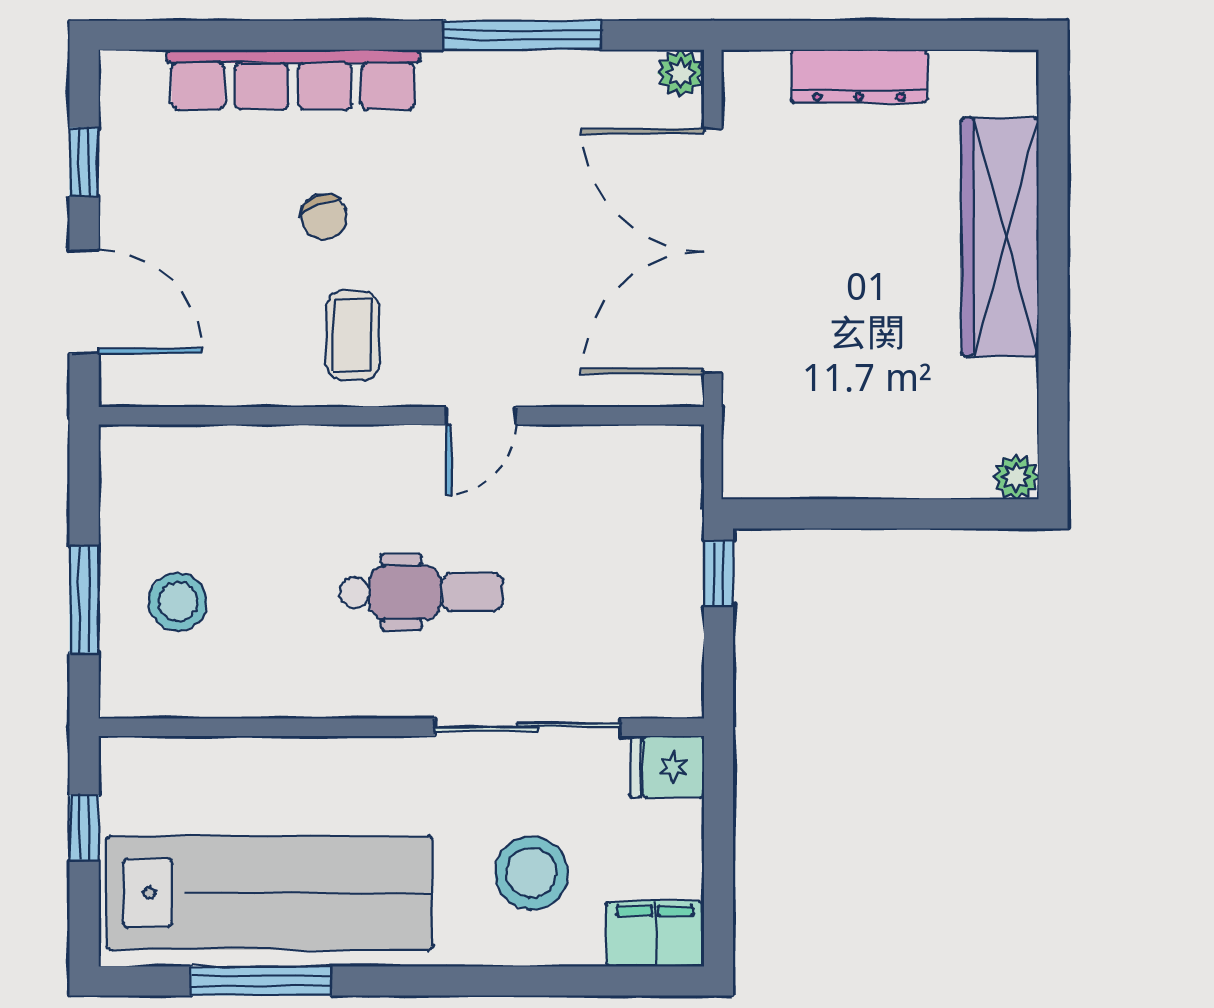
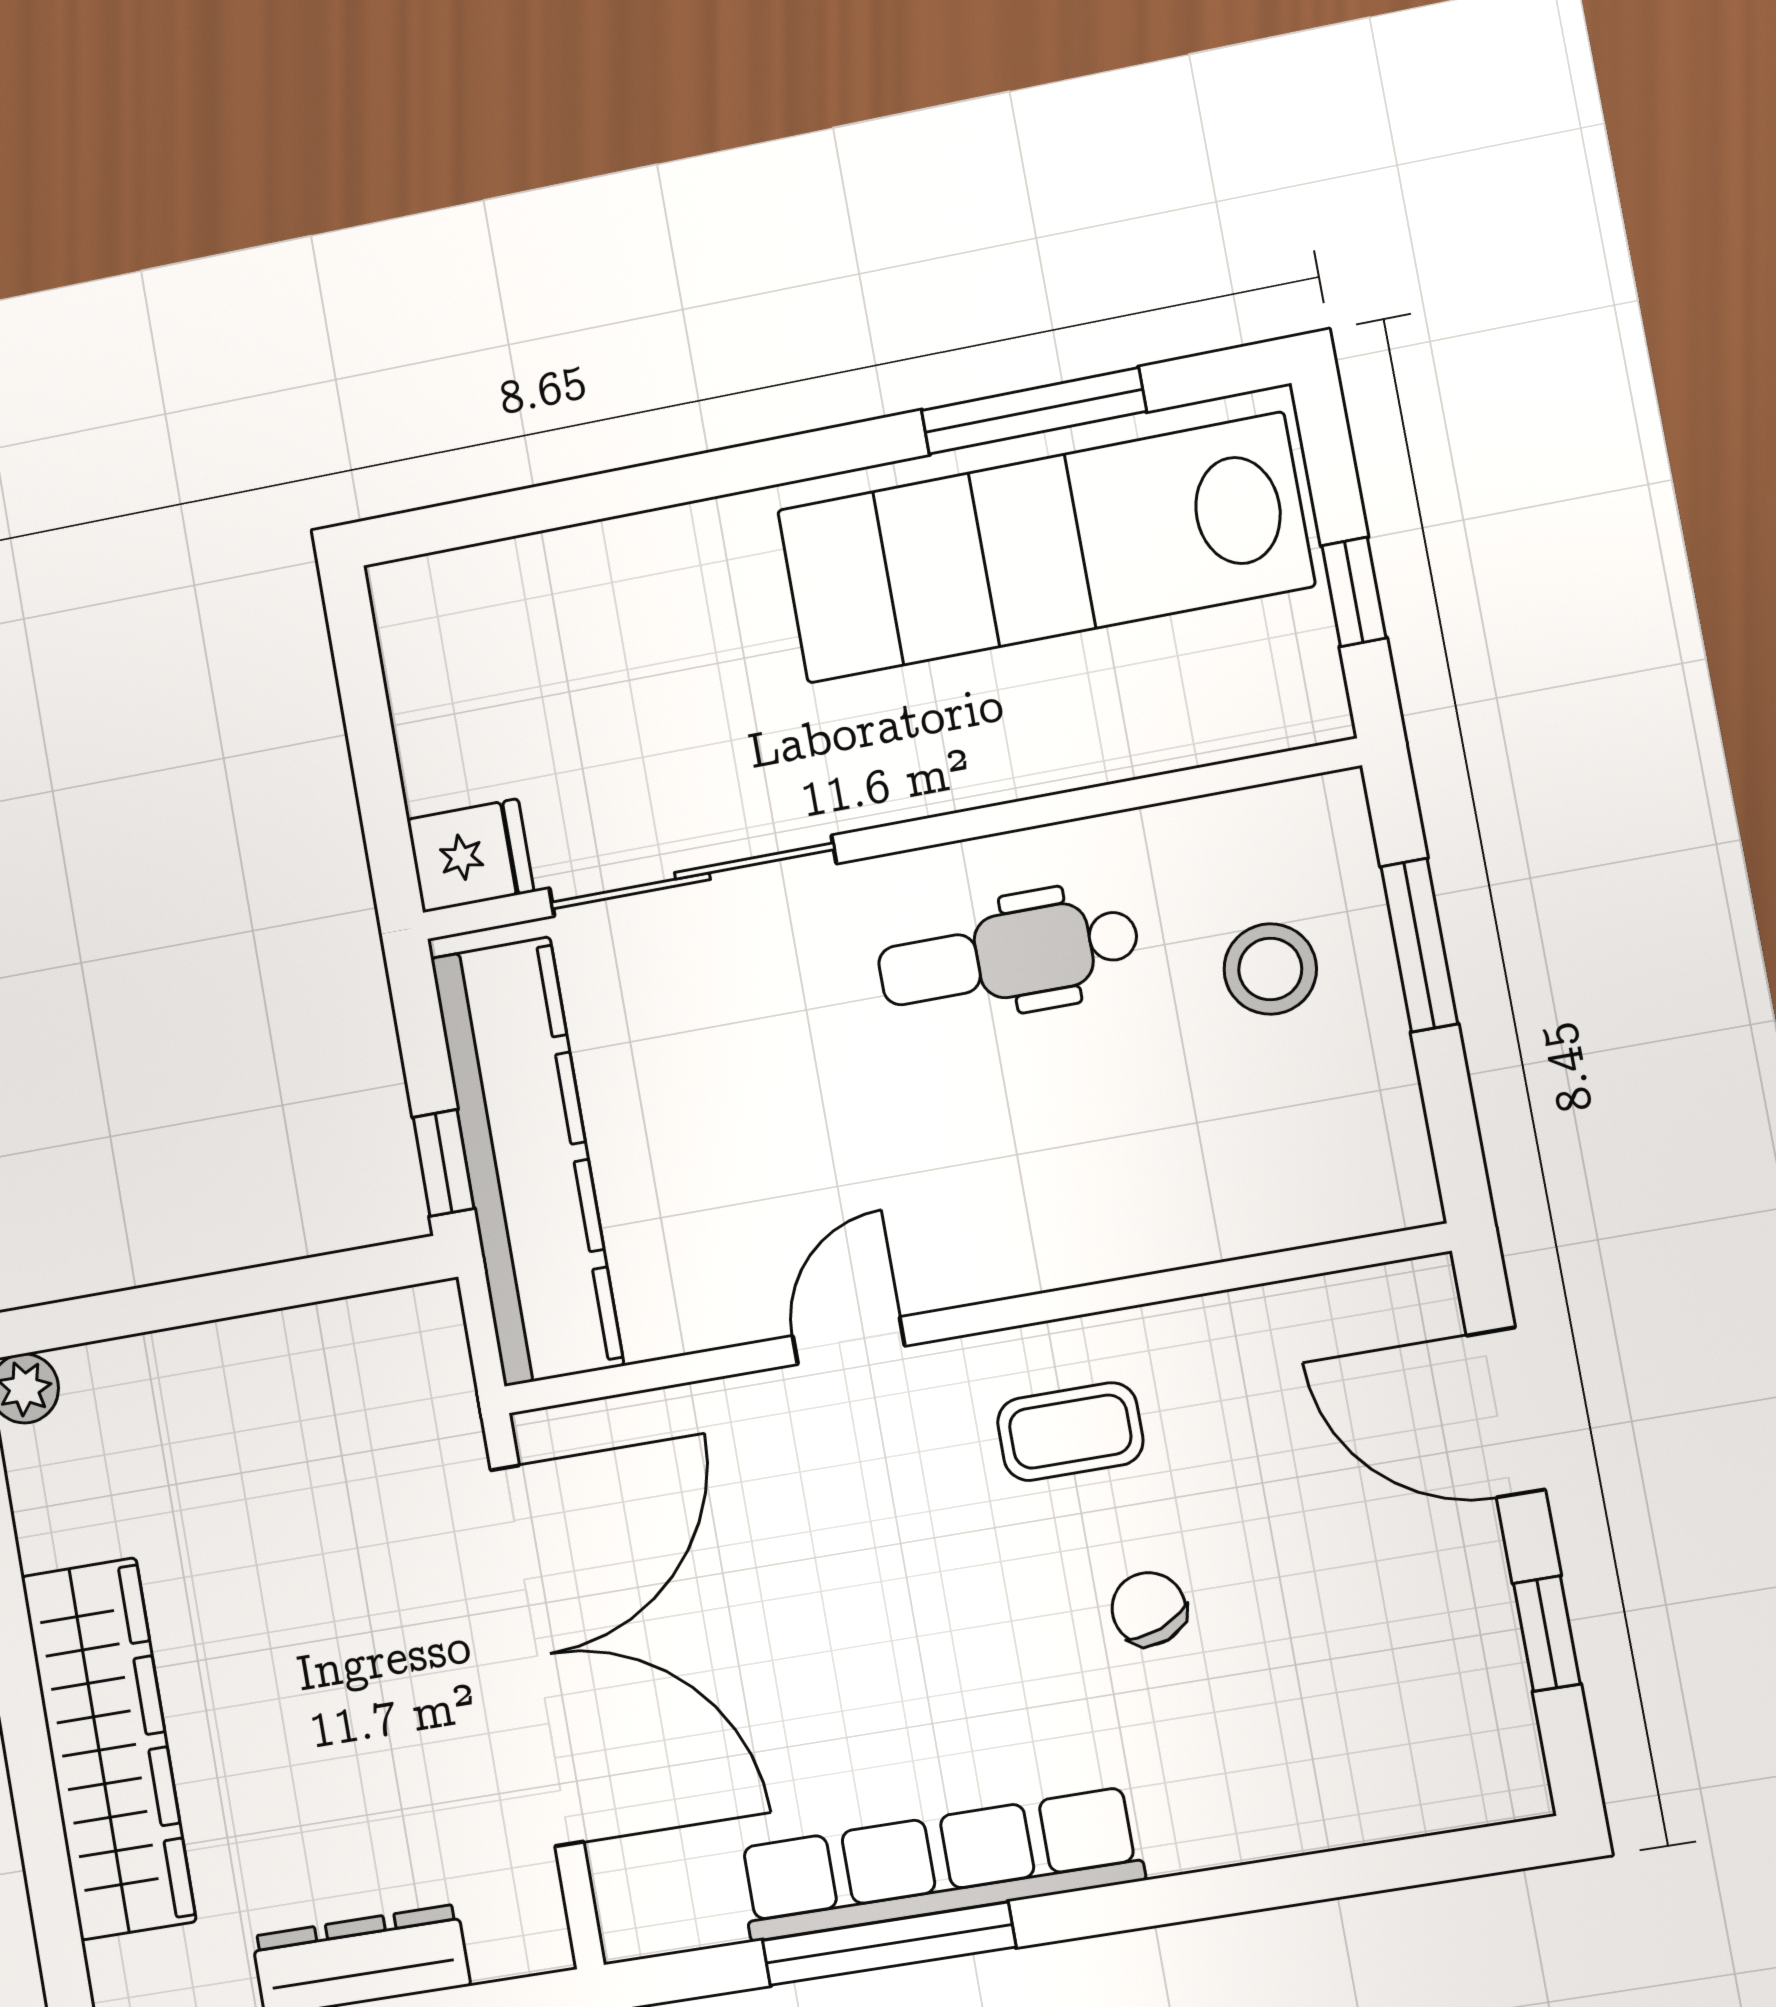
plant: (681, 73) -> (634, 1923), removed
row of seats: (293, 80) -> (940, 1864), moved
coffee table: (353, 335) -> (1070, 1432), turned 90
kitchen counter: (665, 565) -> (527, 1161), added
dental chair: (422, 592) -> (1008, 955), moved
stool: (531, 873) -> (648, 656), removed
filing cabinet: (655, 934) -> (445, 600), removed

